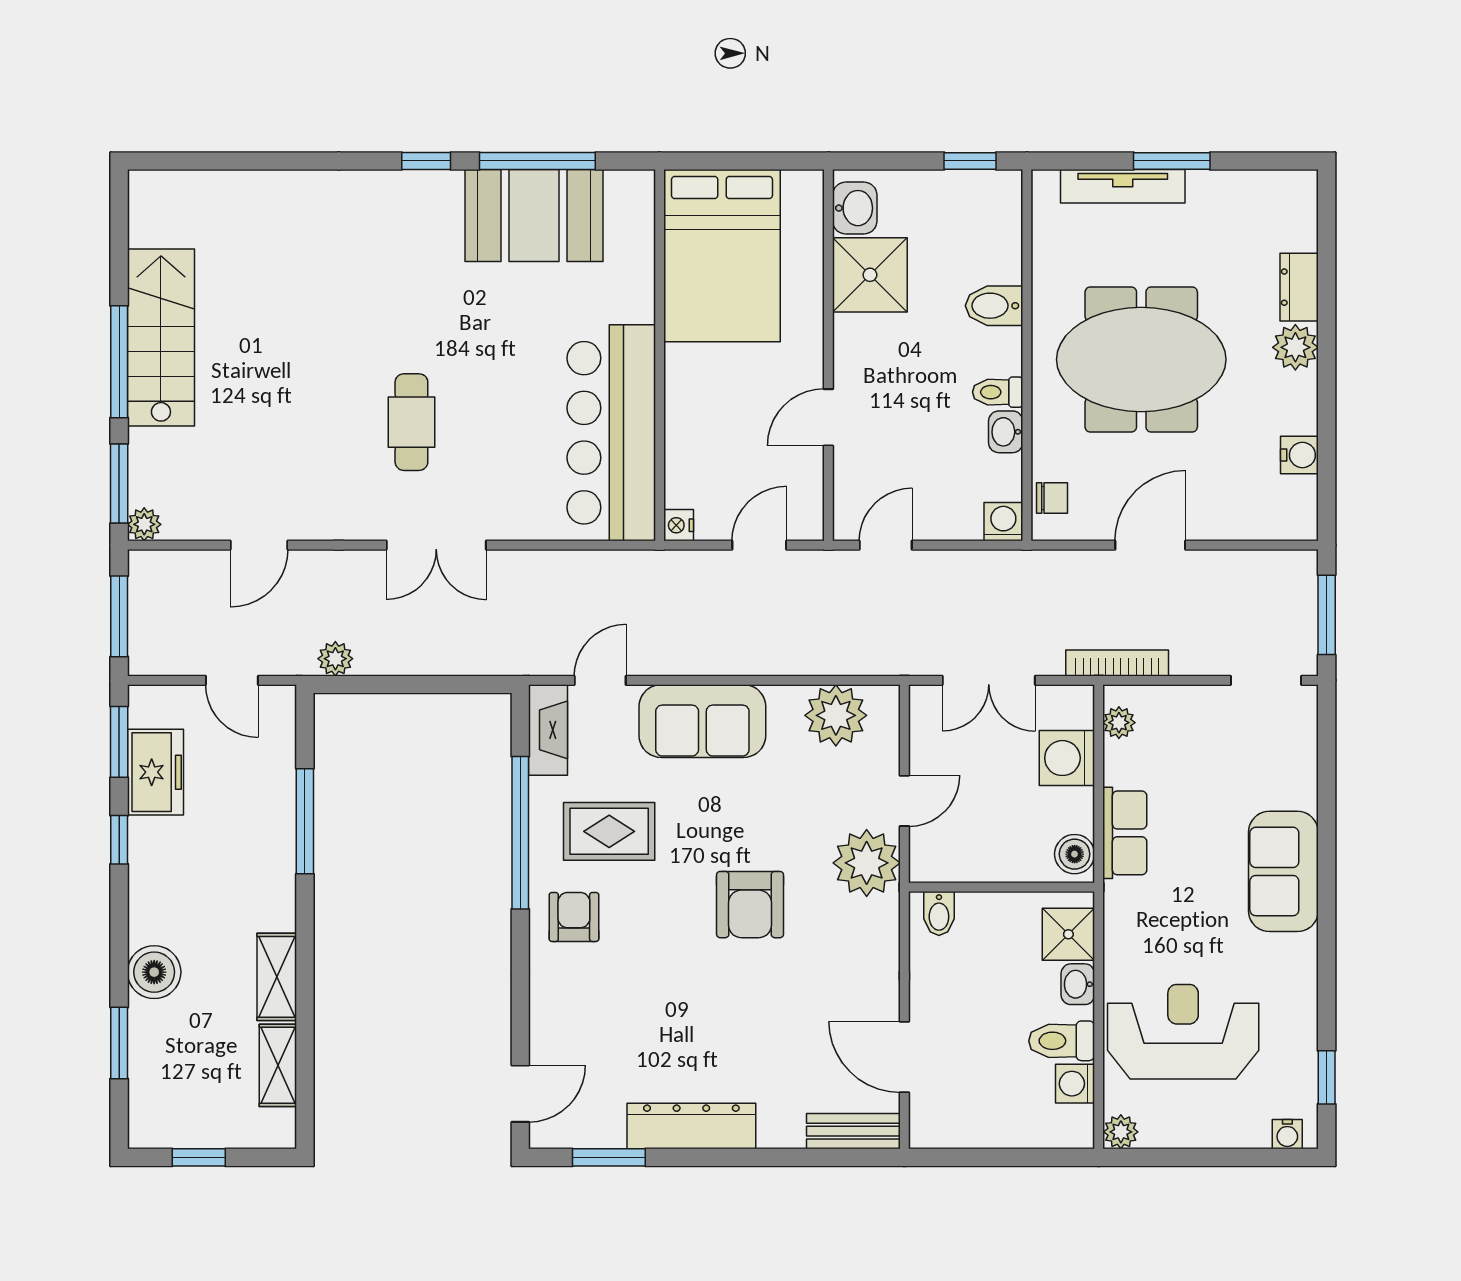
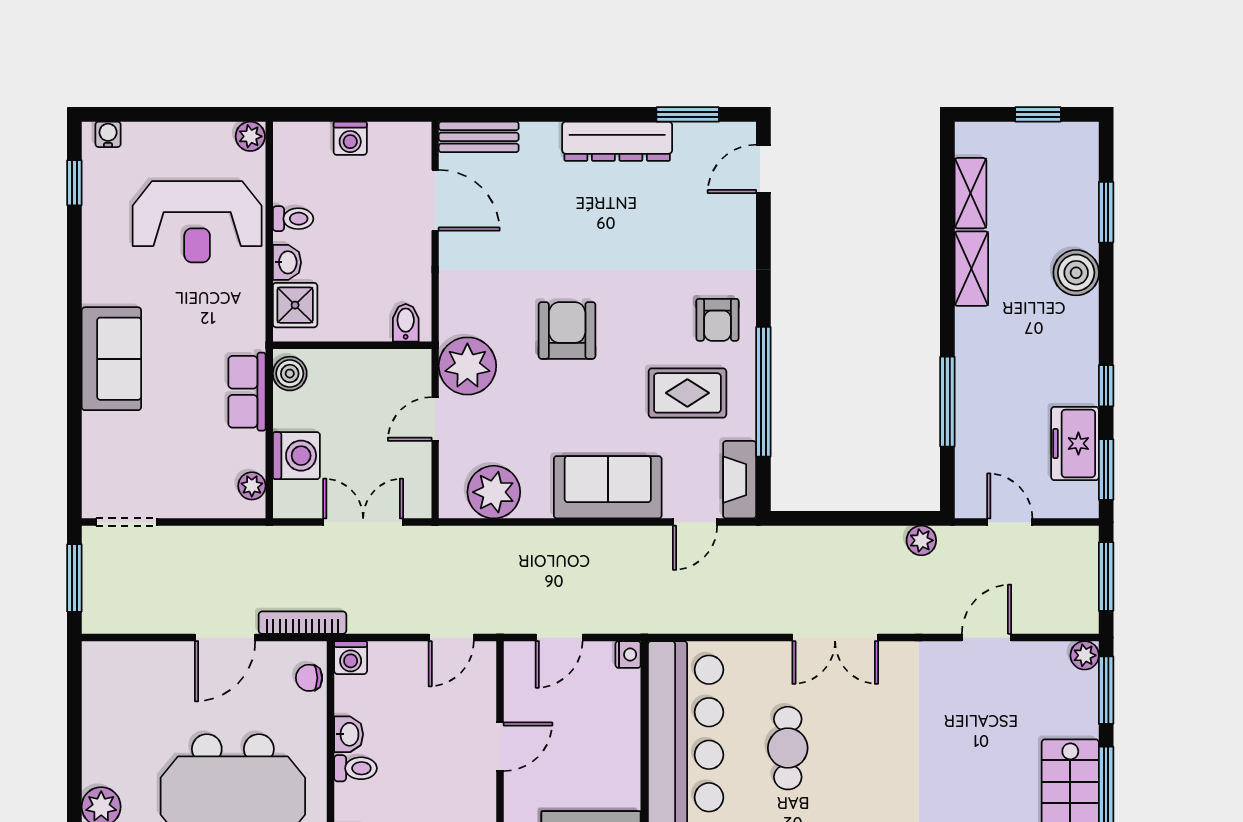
cafe table: (411, 422) -> (788, 748), moved
water cooler: (1299, 455) -> (98, 714), removed
double door: (436, 545) -> (835, 637), swing flipped
bookcase: (1117, 663) -> (302, 623), moved, turned 180
toilet: (1062, 1041) -> (293, 219), width x0.73, depth x0.72
washing machine: (1075, 1084) -> (350, 138), moved, turned 90

